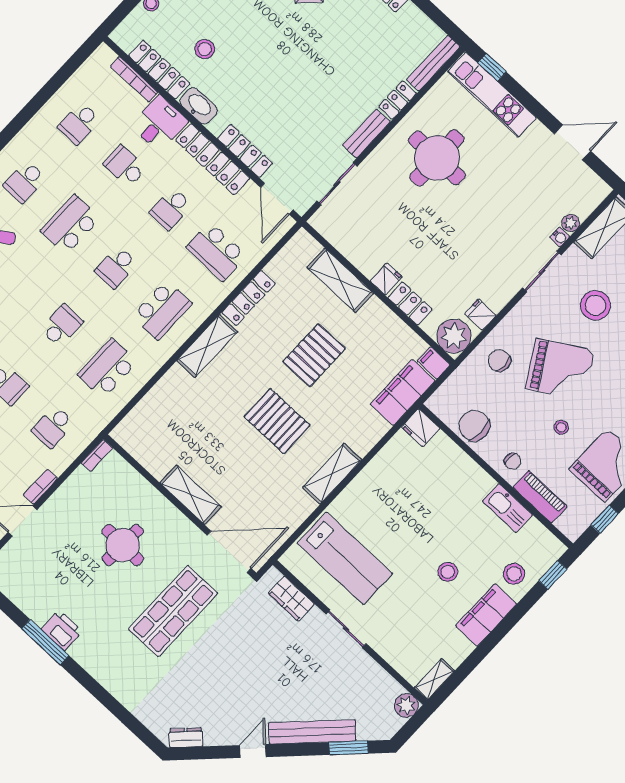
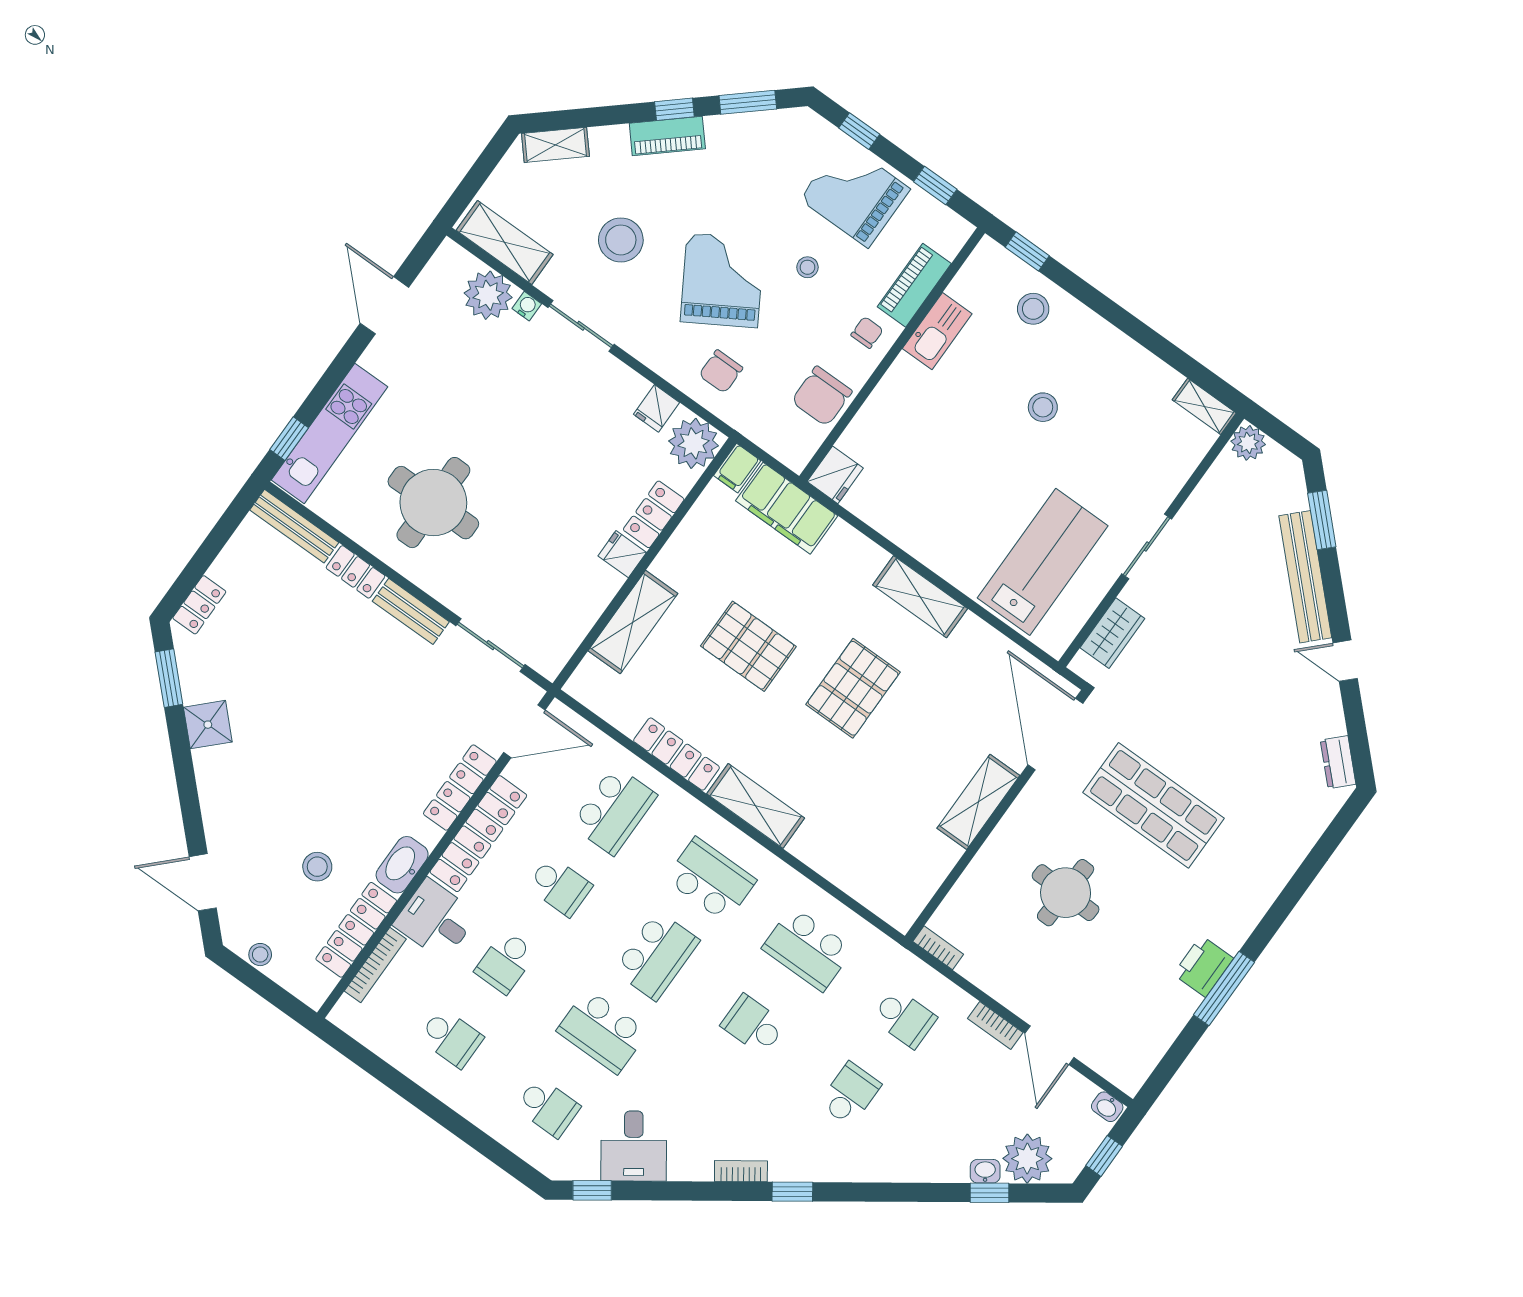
plant: (571, 223) -> (488, 295), width x1.87, depth x1.87
school desk: (116, 267) -> (656, 955), width x1.85
filing cabinet: (486, 615) -> (1099, 342), removed

